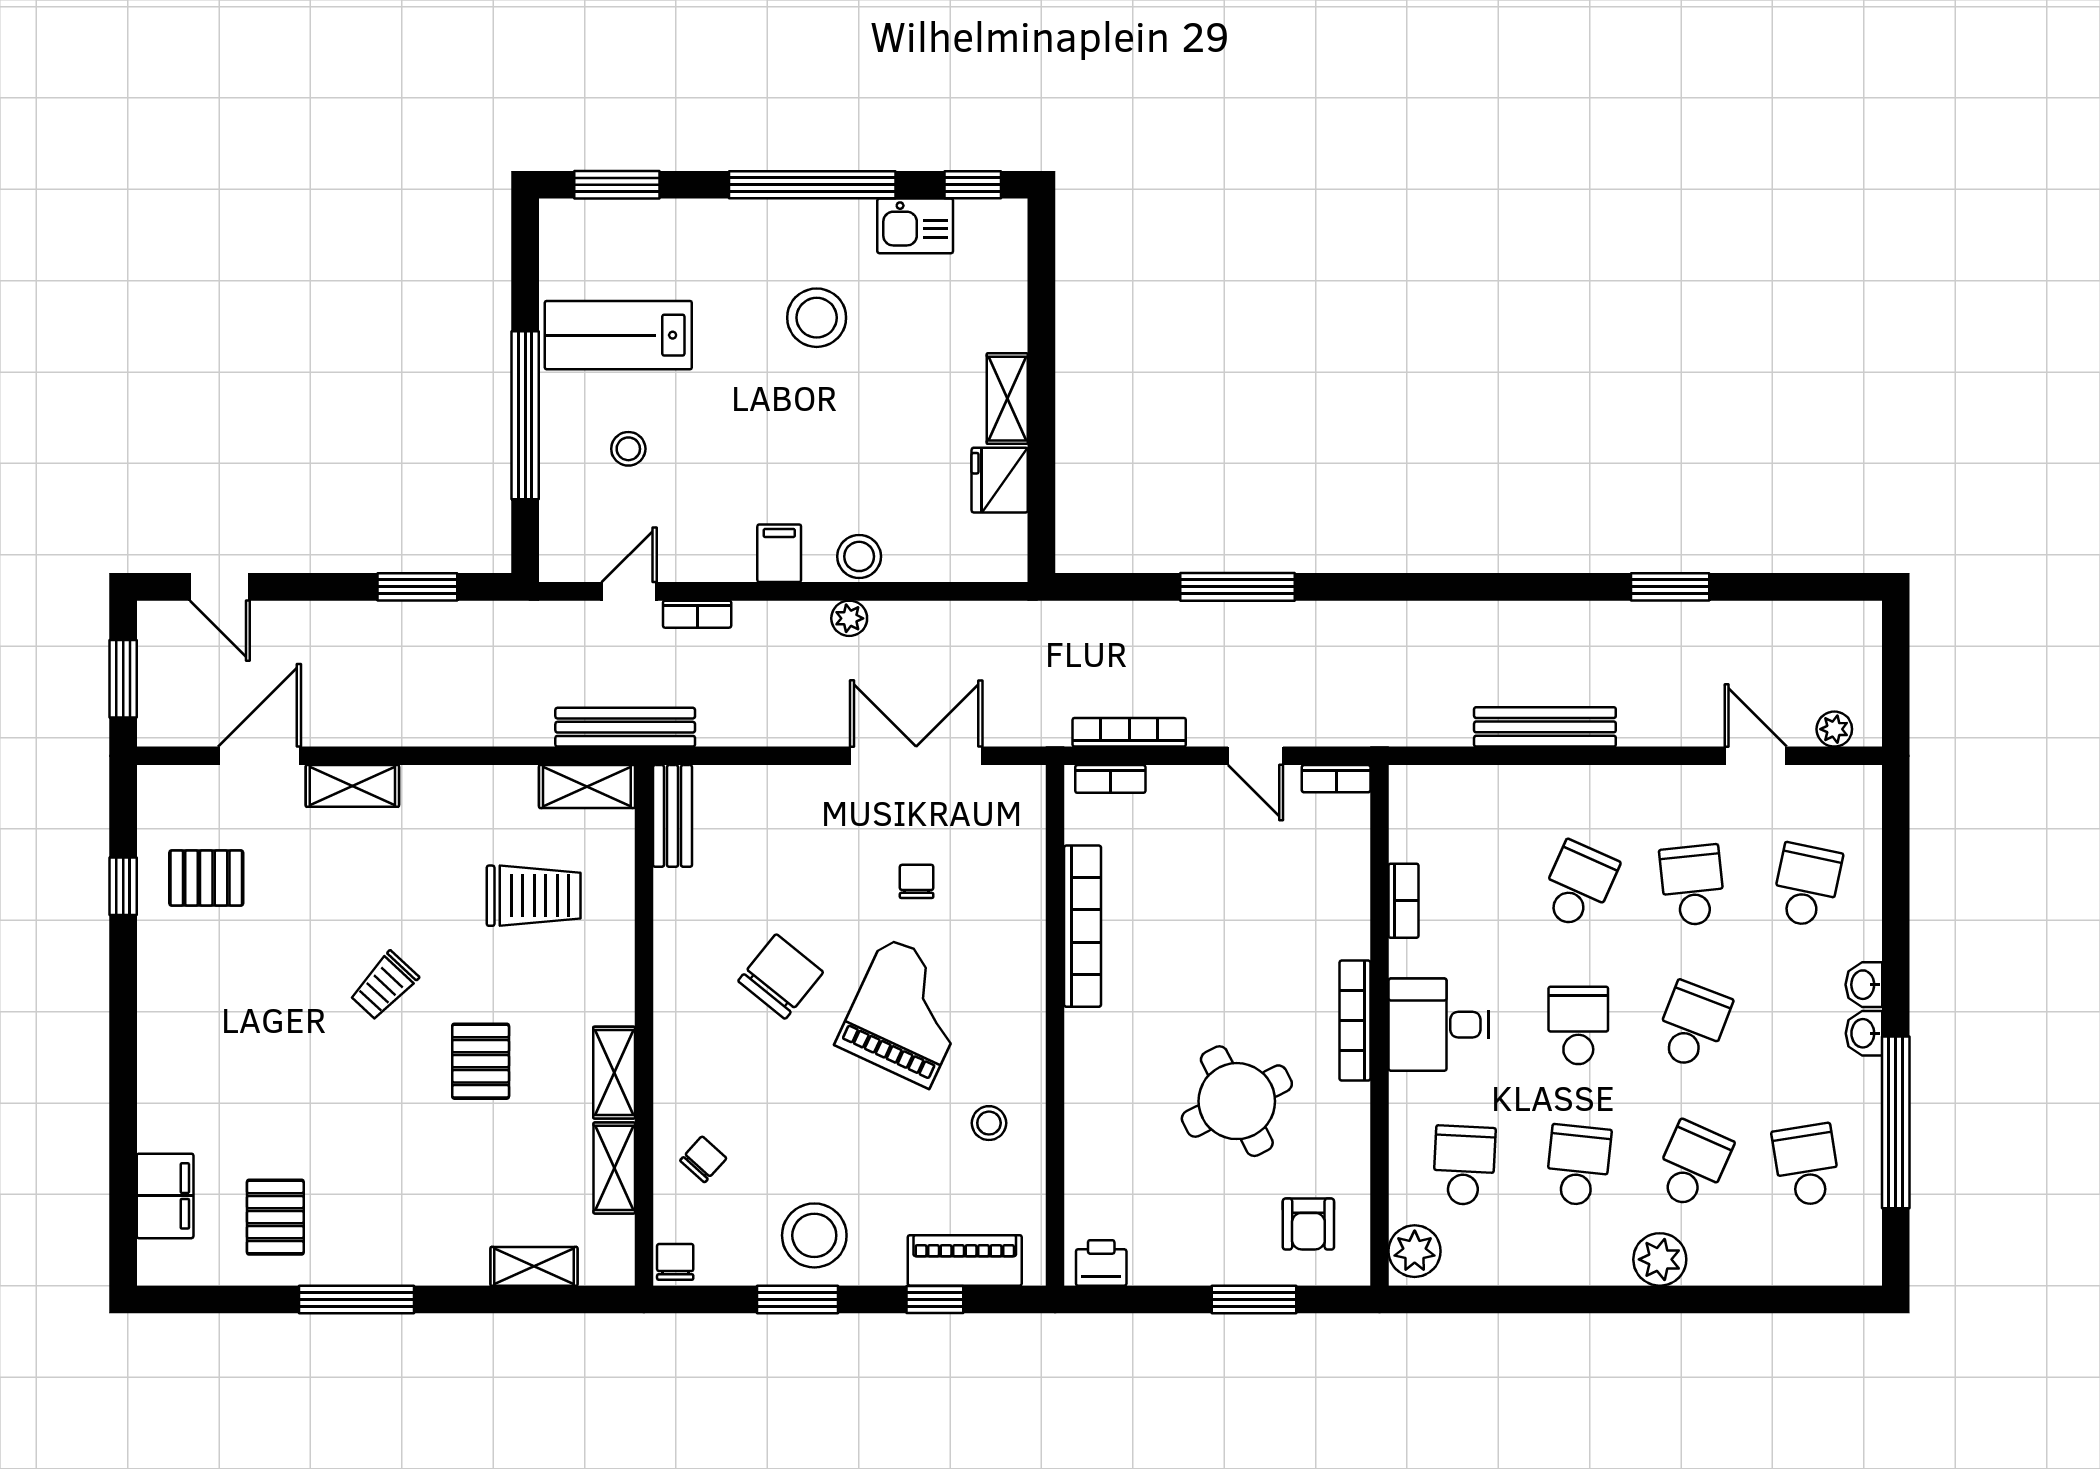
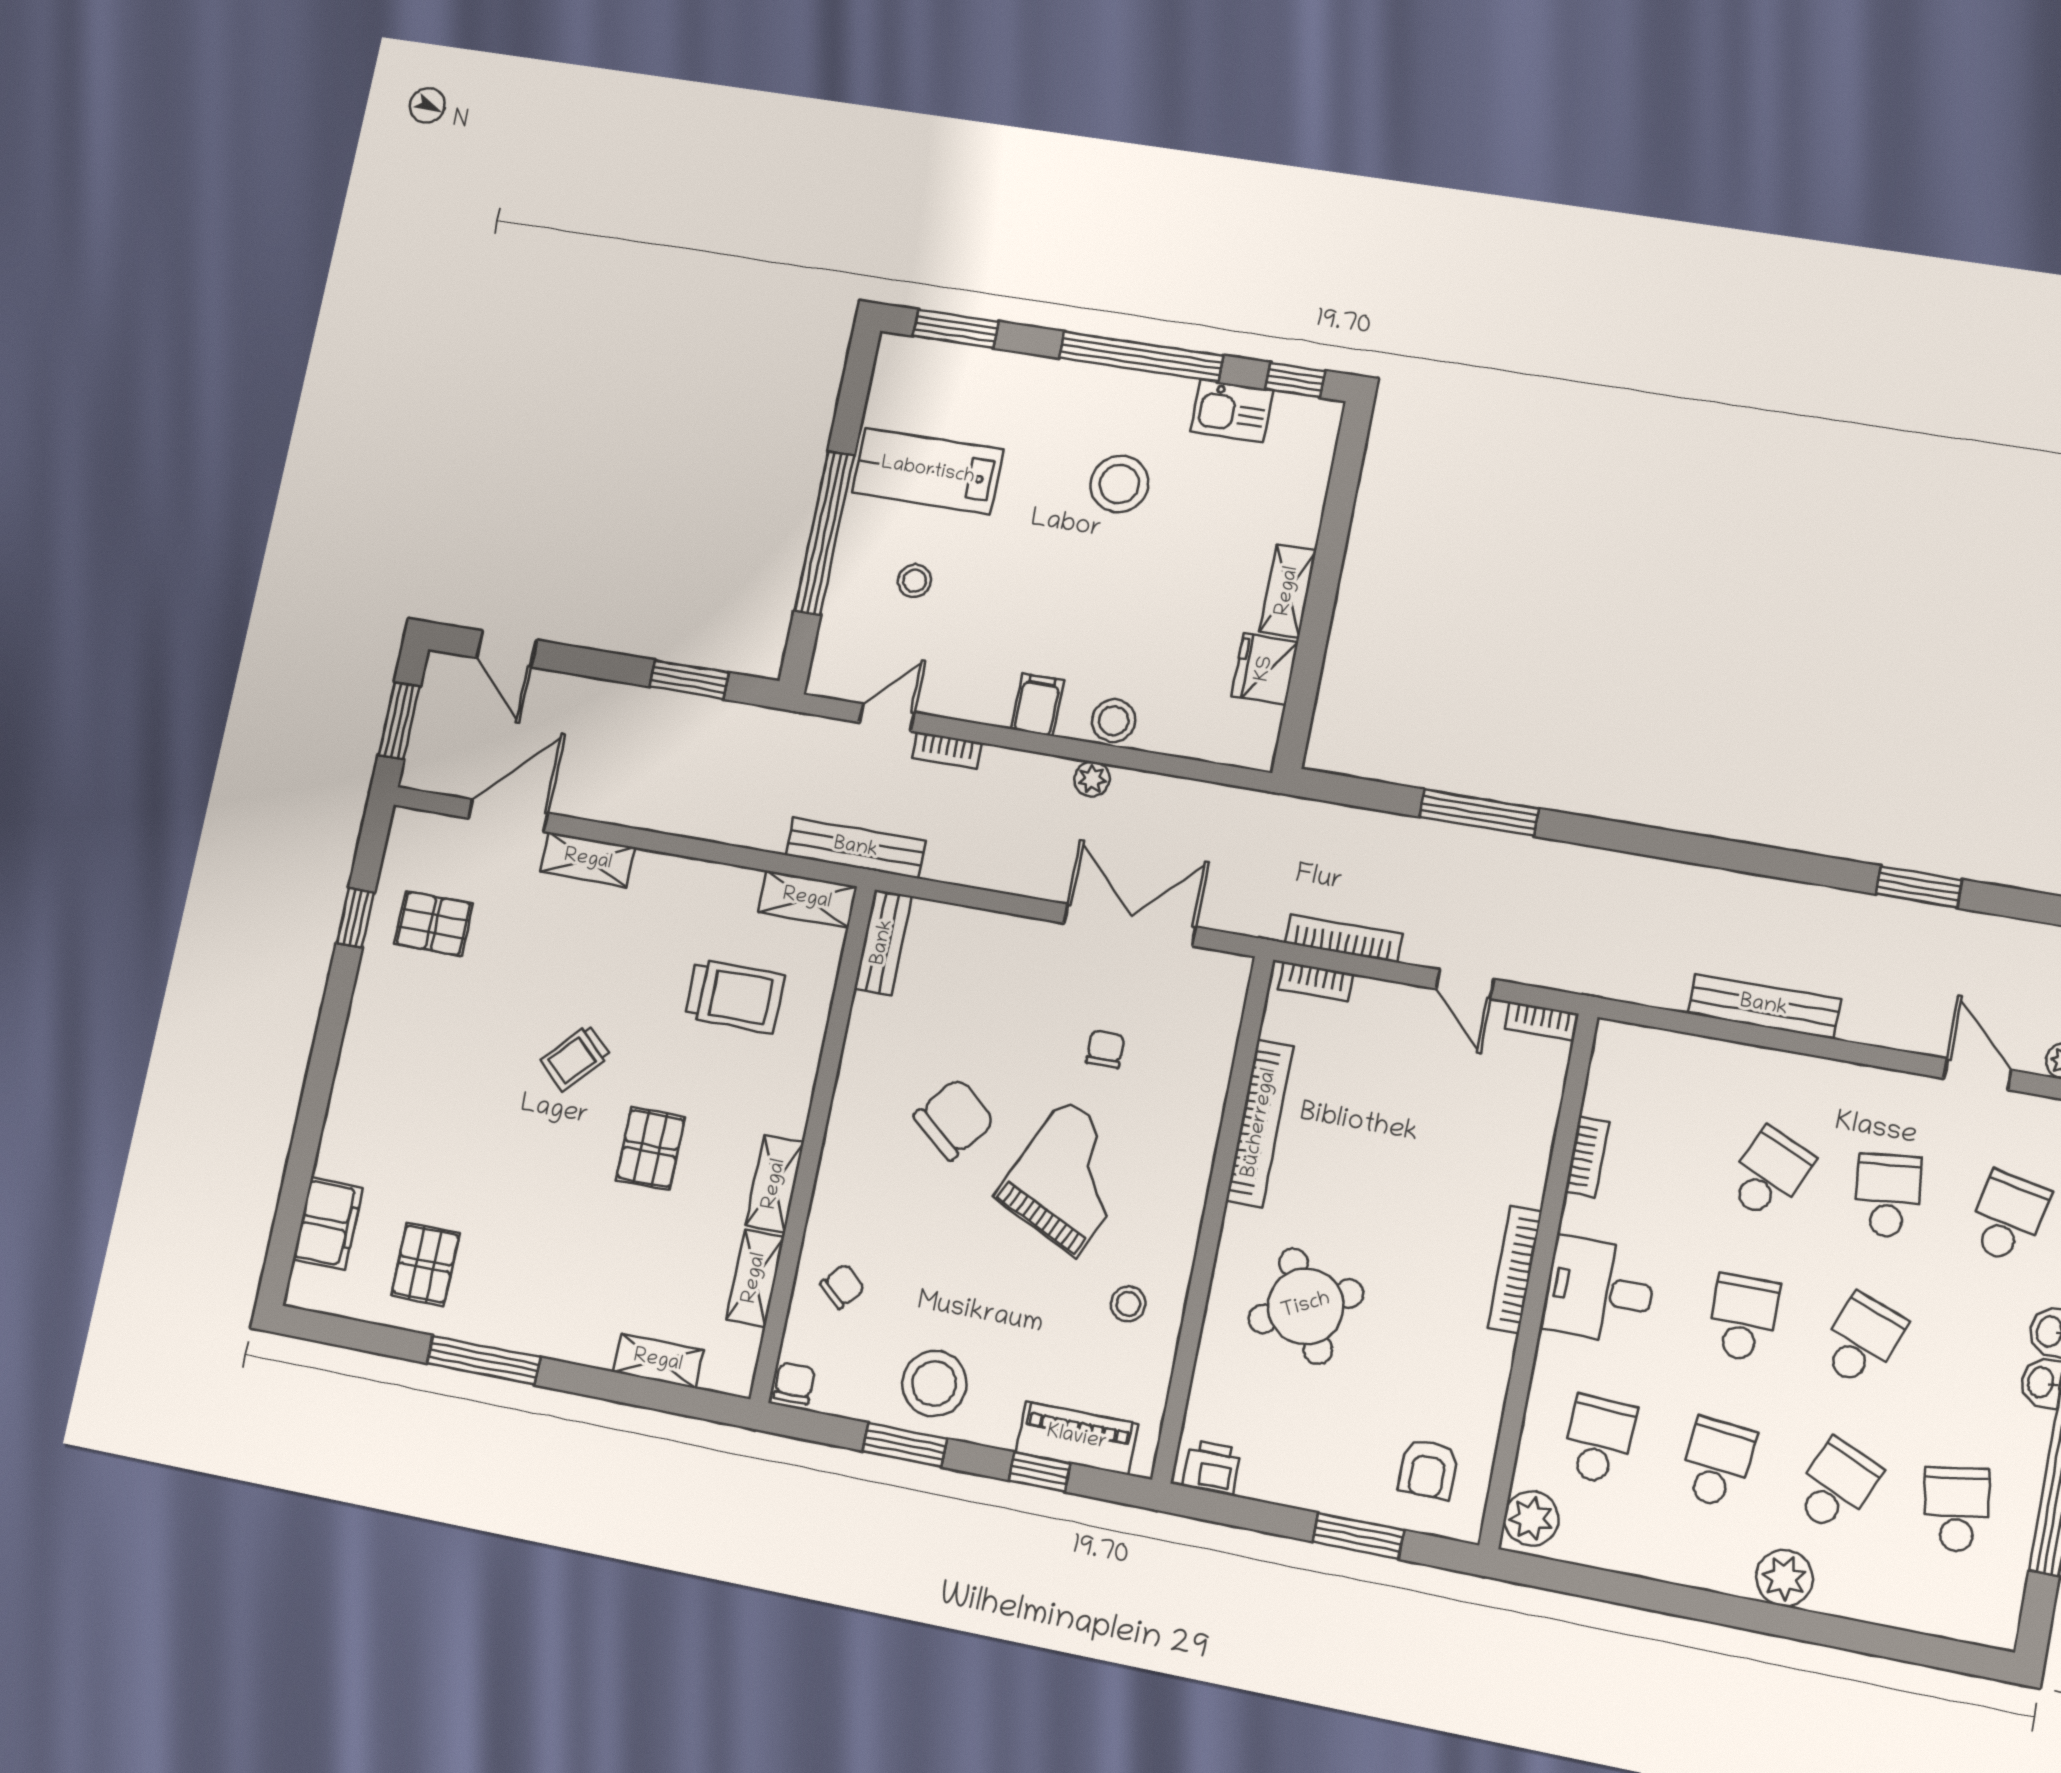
round table: (1237, 1101) -> (1306, 1306), moved

